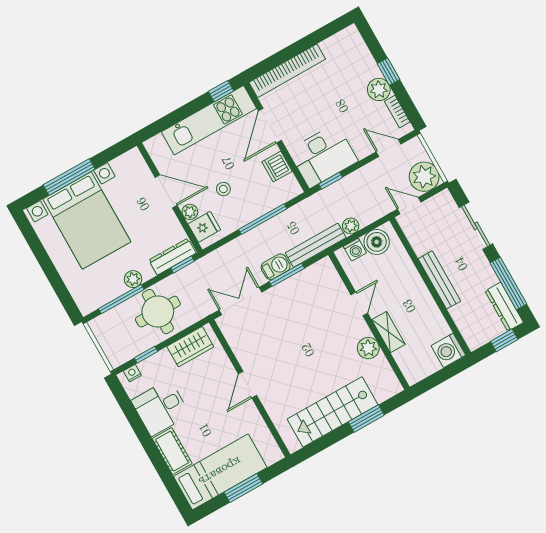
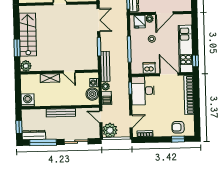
armchair: (355, 59) -> (178, 127), added
window: (389, 72) -> (178, 139), moved
plant: (379, 89) -> (159, 131), removed
door: (409, 206) -> (101, 117), swing flipped
barbecue: (276, 267) -> (107, 98), moved
plant: (368, 348) -> (26, 66), moved

